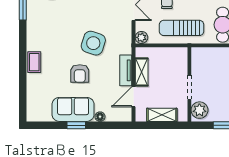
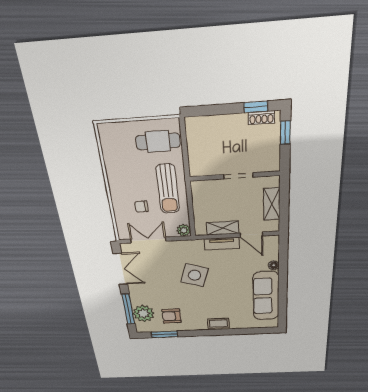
armchair: (80, 74) -> (171, 316), moved, turned 180
sofa: (73, 109) -> (266, 296), width x1.36
plant: (199, 110) -> (266, 162), removed
window: (76, 125) -> (283, 286), removed

